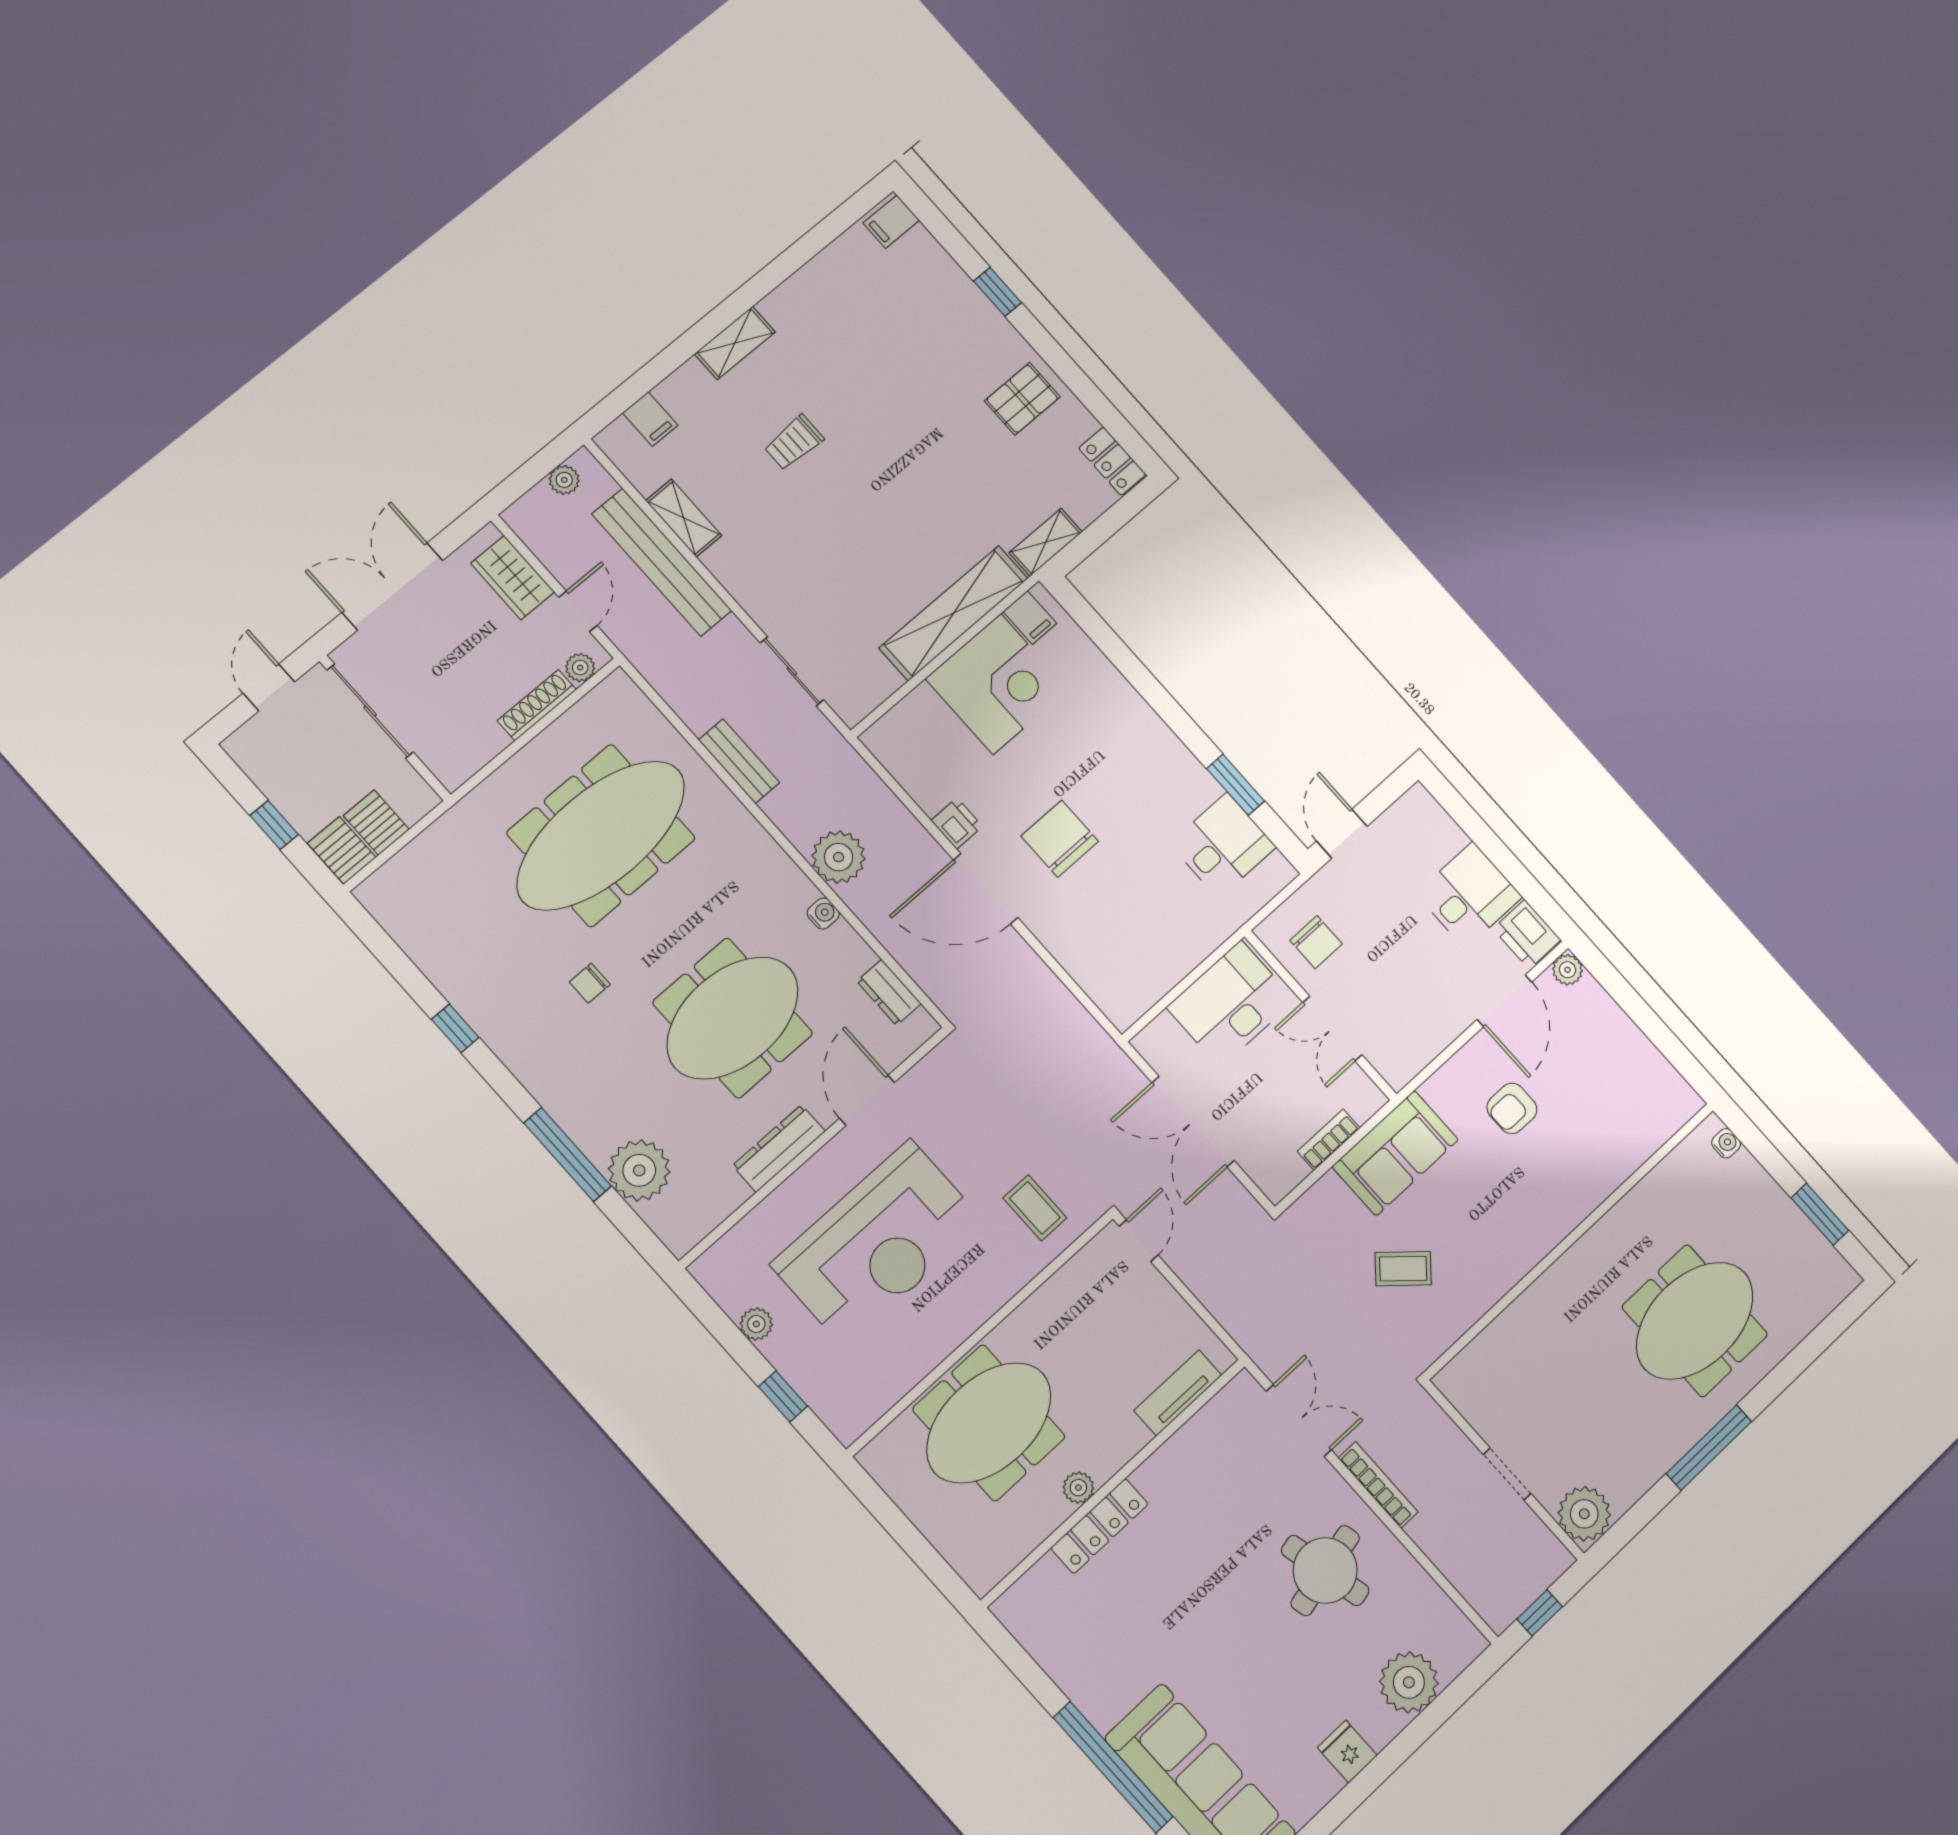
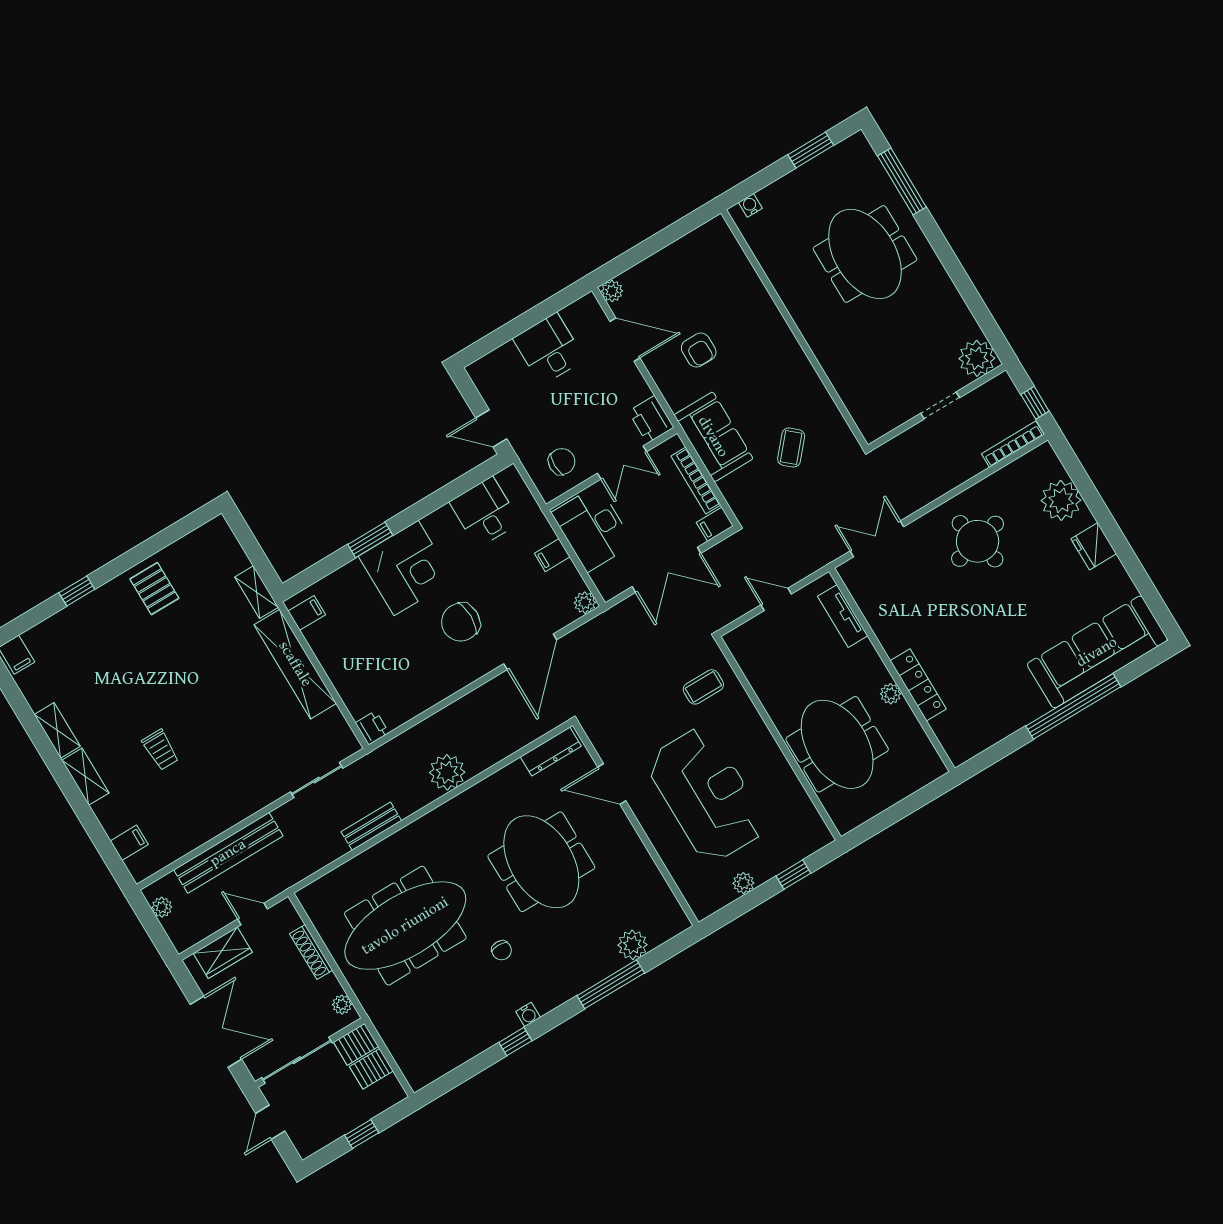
locker: (1112, 461) -> (208, 535), removed
shelving: (684, 518) -> (57, 730), moved, turned 90
double door: (392, 586) -> (216, 1032), swing flipped
plant: (580, 668) -> (342, 1005), moved
corner desk: (997, 684) -> (406, 568), moved, turned 90
door: (269, 688) -> (270, 1122), hinge flipped
window: (1236, 785) -> (370, 540), moved
printer: (957, 823) -> (372, 728), moved, turned 90
meeting table: (601, 836) -> (405, 926), turned 90
server rack: (342, 850) -> (356, 1044), moved
door: (986, 889) -> (530, 652), moved
water cooler: (823, 914) -> (528, 1014), moved, turned 180
printer: (1527, 934) -> (651, 419), moved, turned 90
filing cabinet: (1181, 953) -> (552, 555), added
dresser: (889, 992) -> (551, 752), width x1.44
plant: (1123, 1012) -> (585, 603), added
bookcase: (1329, 1140) -> (696, 480), width x1.56
dresser: (779, 1148) -> (632, 848), removed
plant: (639, 1170) -> (632, 945), width x0.73, depth x0.73
filing cabinet: (1272, 1179) -> (715, 524), added
door: (1139, 1241) -> (776, 599), moved
window: (1709, 1448) -> (902, 182), moved
bookcase: (1378, 1485) -> (1013, 444), moved
fridge: (1347, 1751) -> (1094, 546), width x1.38

